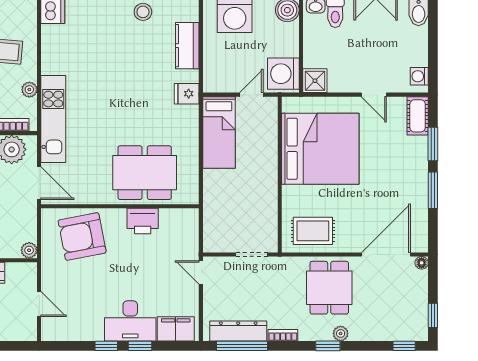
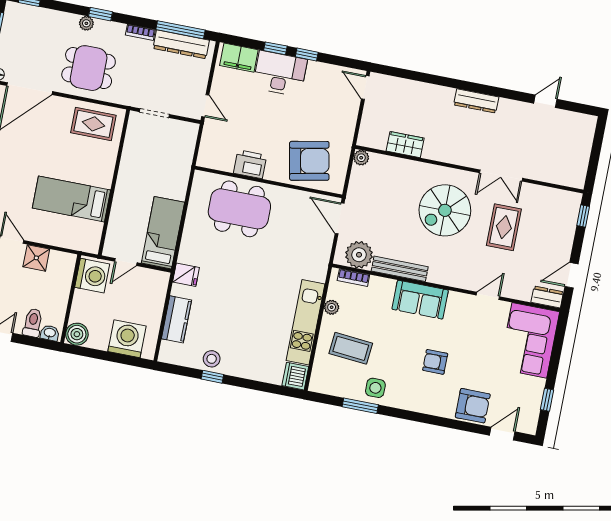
shower: (315, 81) -> (36, 258), moved
kitchen unit: (53, 119) -> (306, 322), moved
bed: (320, 149) -> (71, 199), width x0.49
dining table: (329, 288) -> (89, 68), turned 90
door: (39, 304) -> (365, 87), moved

